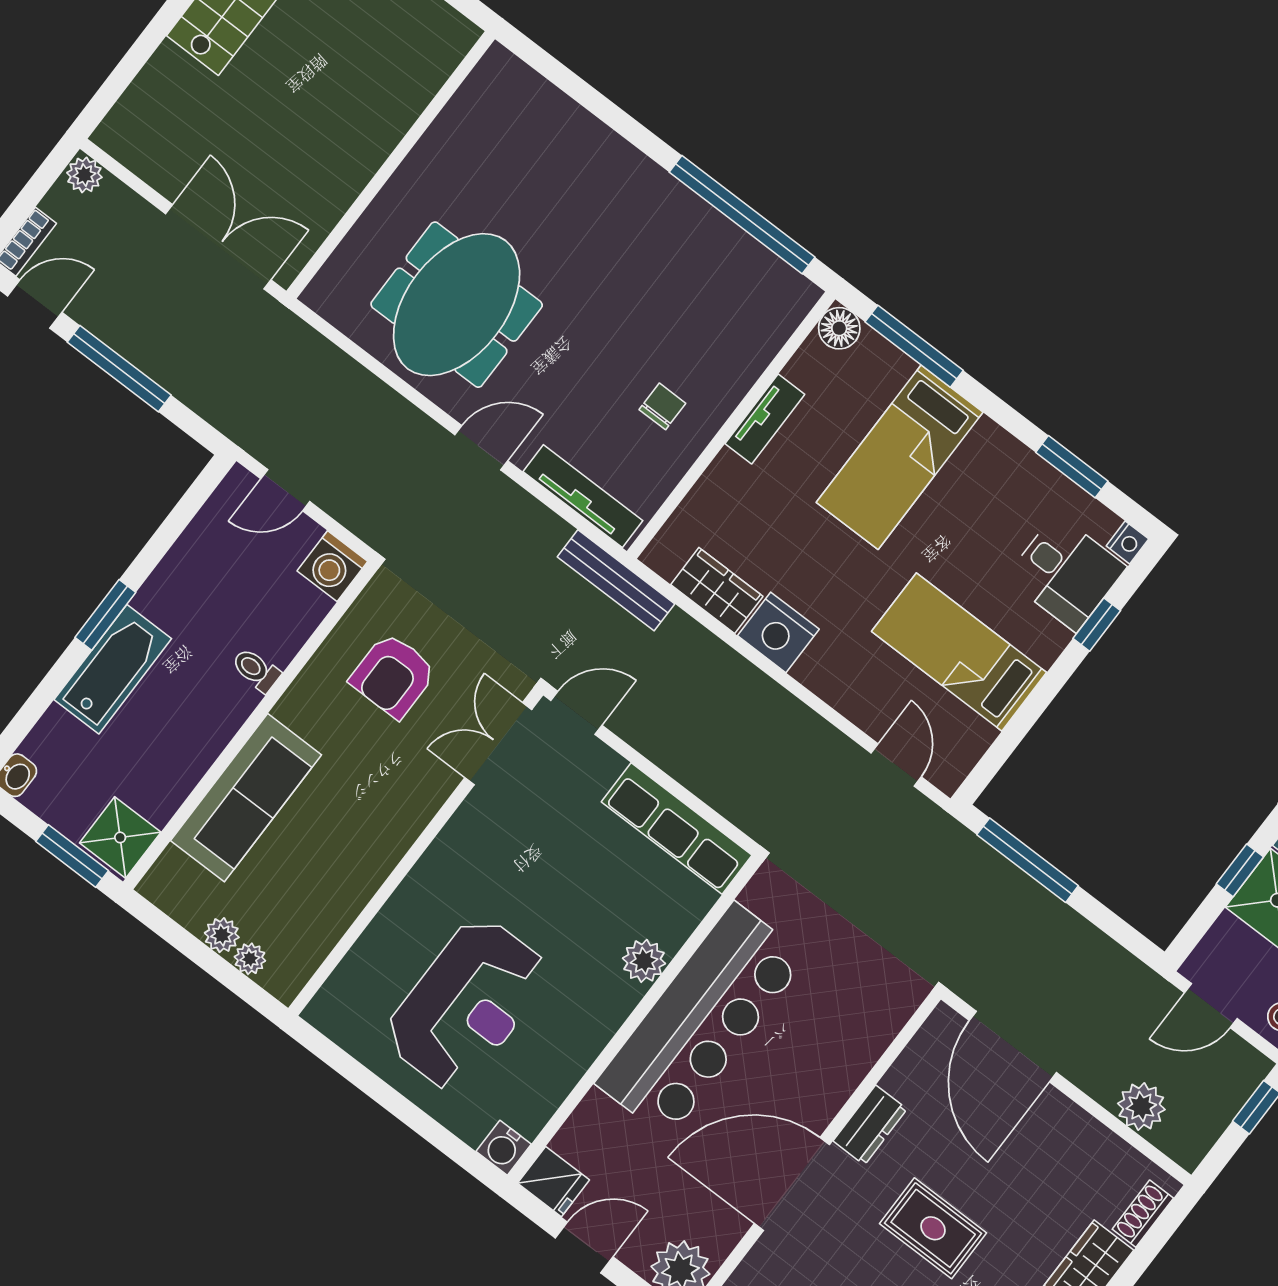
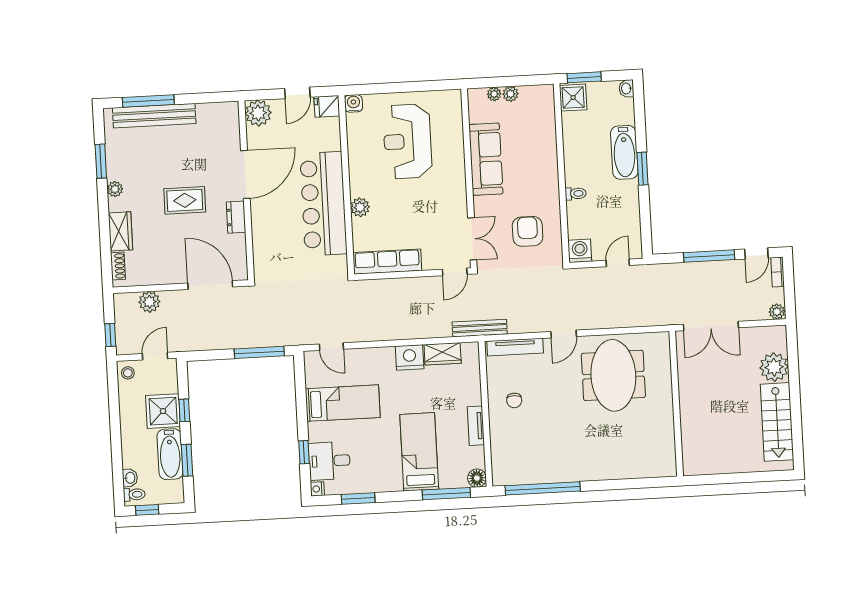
plant: (170, 84) -> (774, 367), added
sofa: (246, 798) -> (486, 159), moved, turned 180

